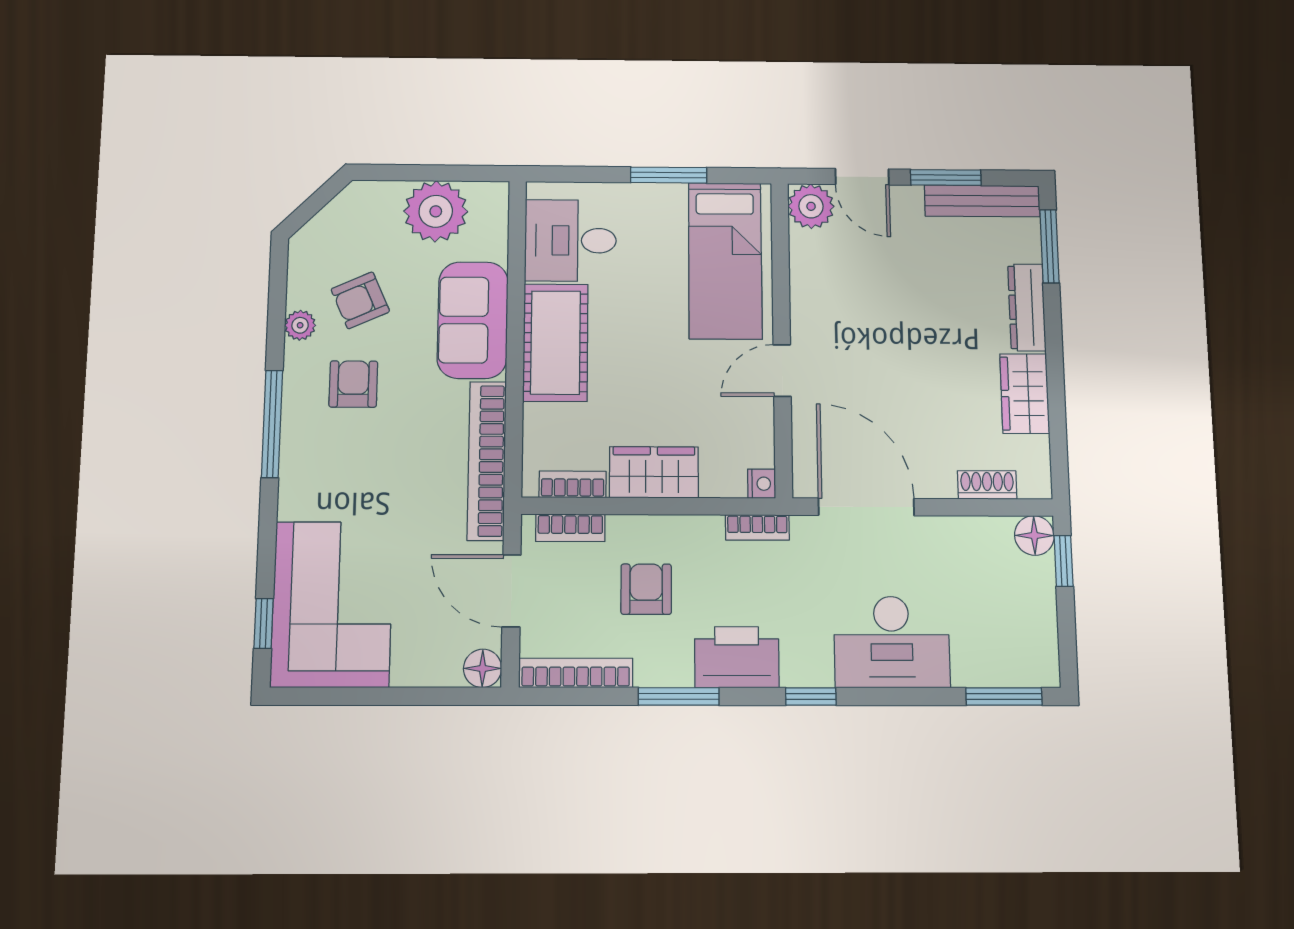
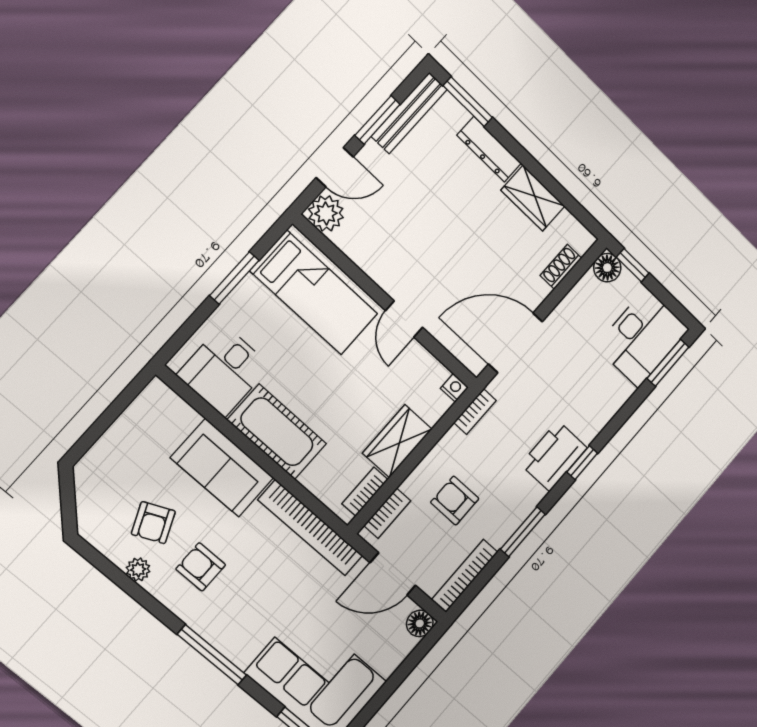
plant: (436, 211) -> (136, 434), removed
window: (272, 424) -> (212, 655), moved
desk: (892, 642) -> (642, 338), moved
printer: (737, 657) -> (554, 456), moved

